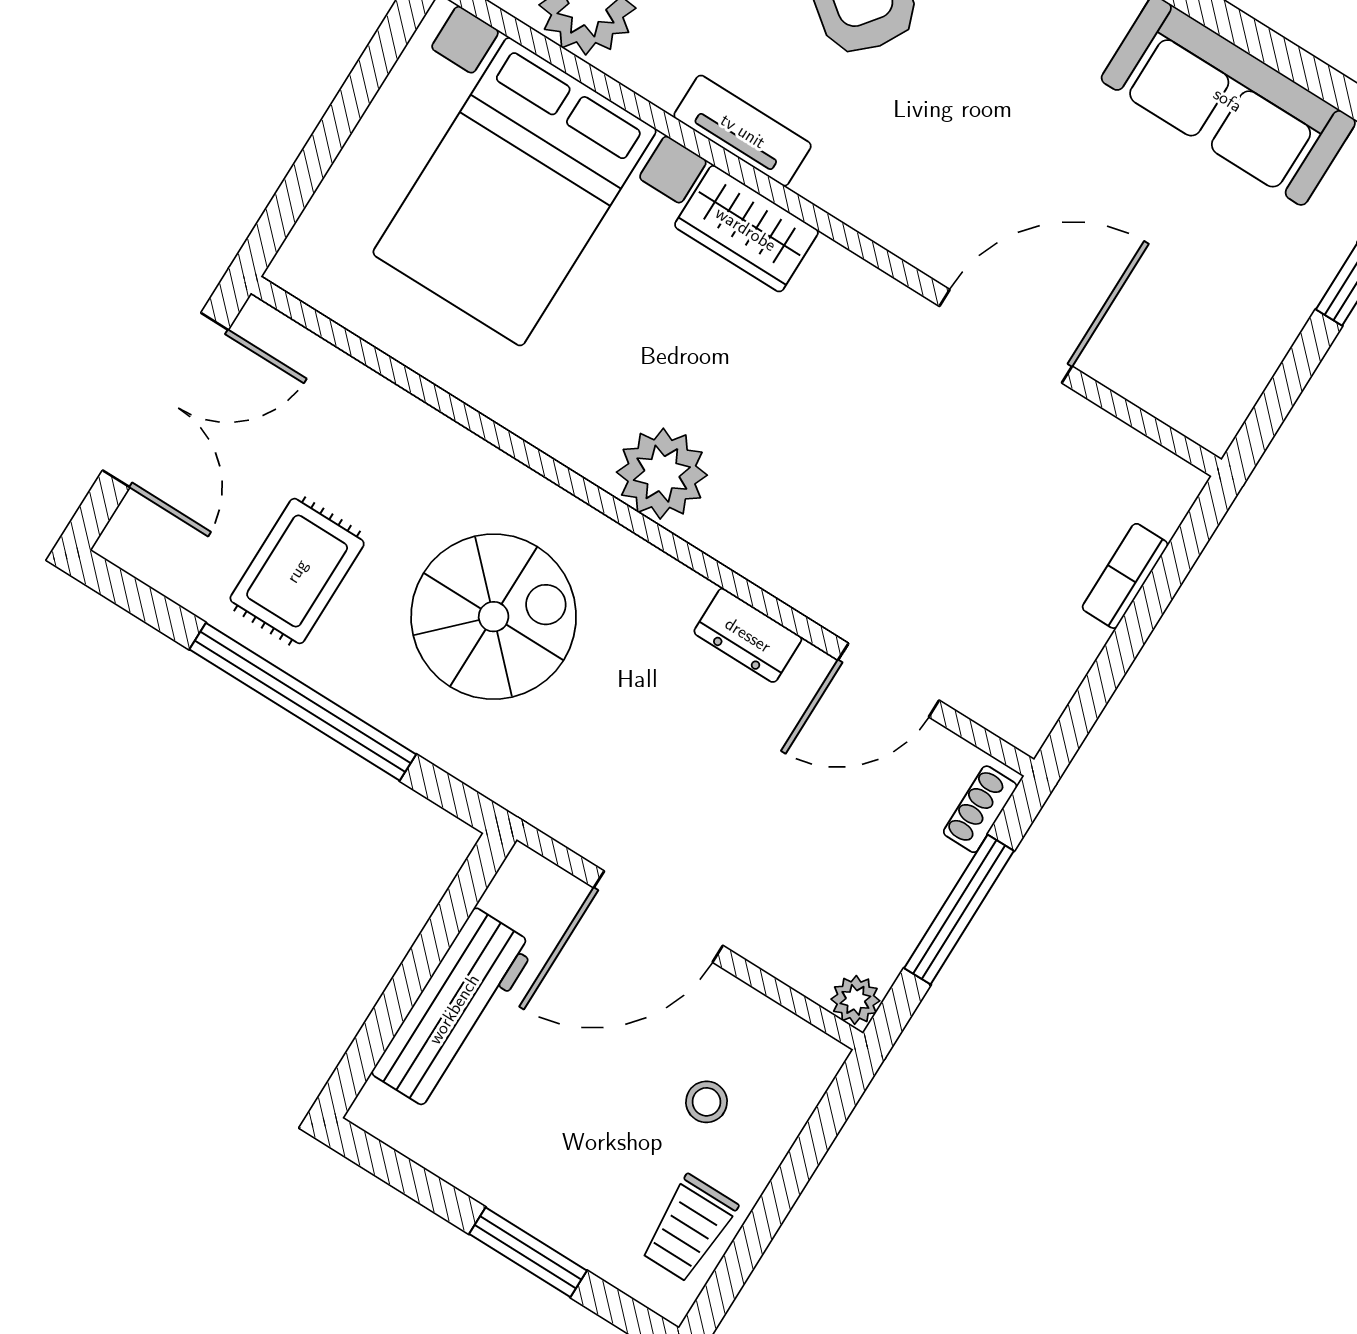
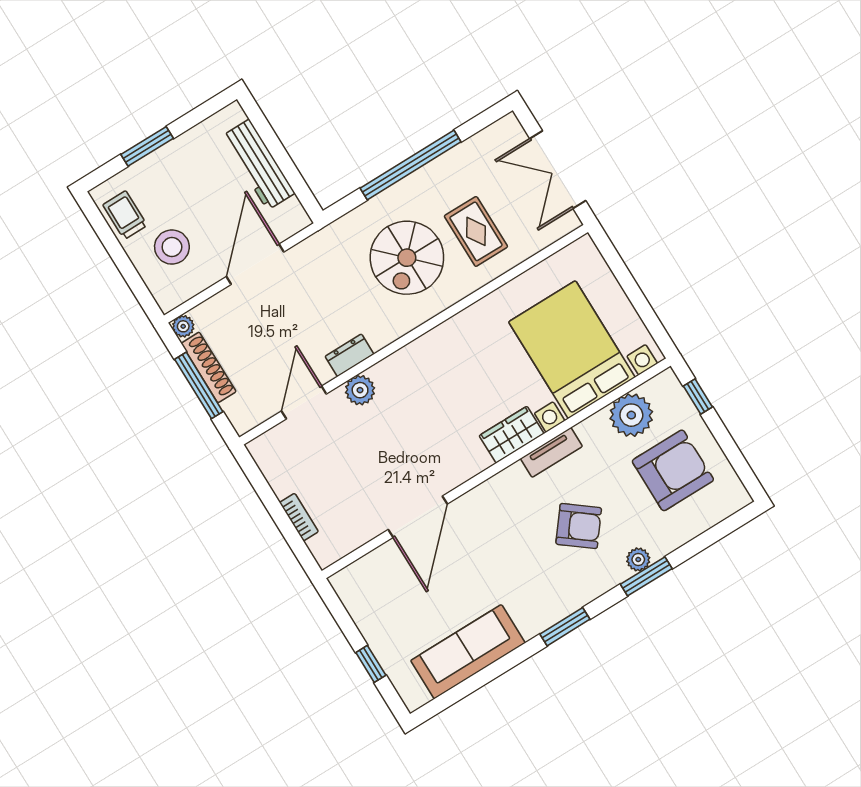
plant: (662, 474) -> (360, 390), moved, width x0.73, depth x0.73
rug: (297, 571) -> (476, 231), moved
shoe rack: (980, 809) -> (209, 367), moved, width x1.94, depth x1.24
stool: (706, 1102) -> (172, 247), width x1.89, depth x1.89

